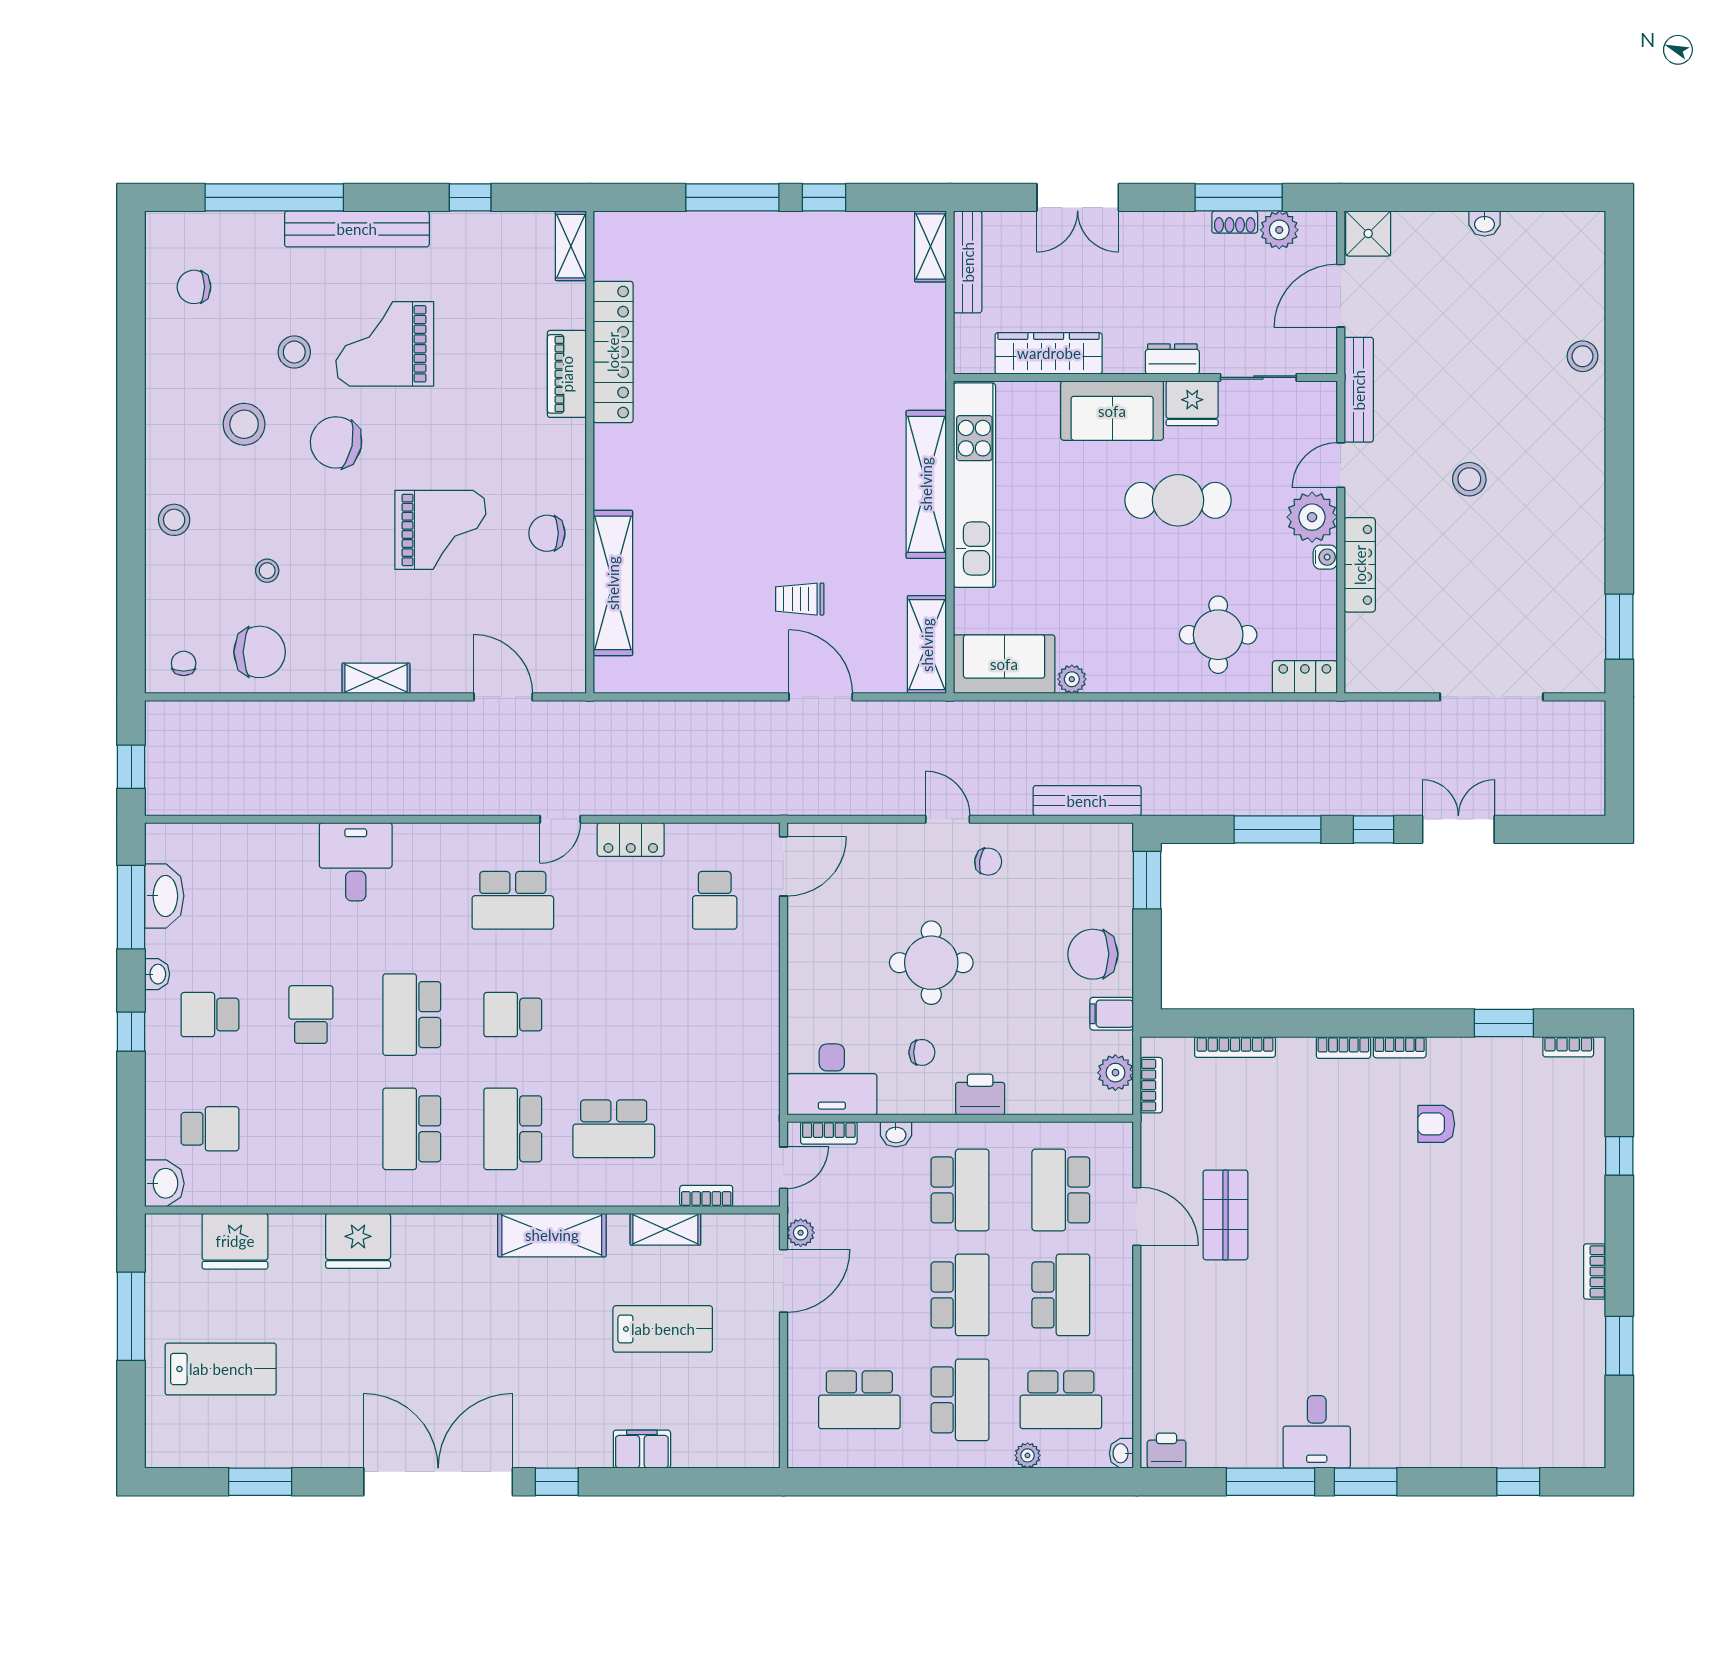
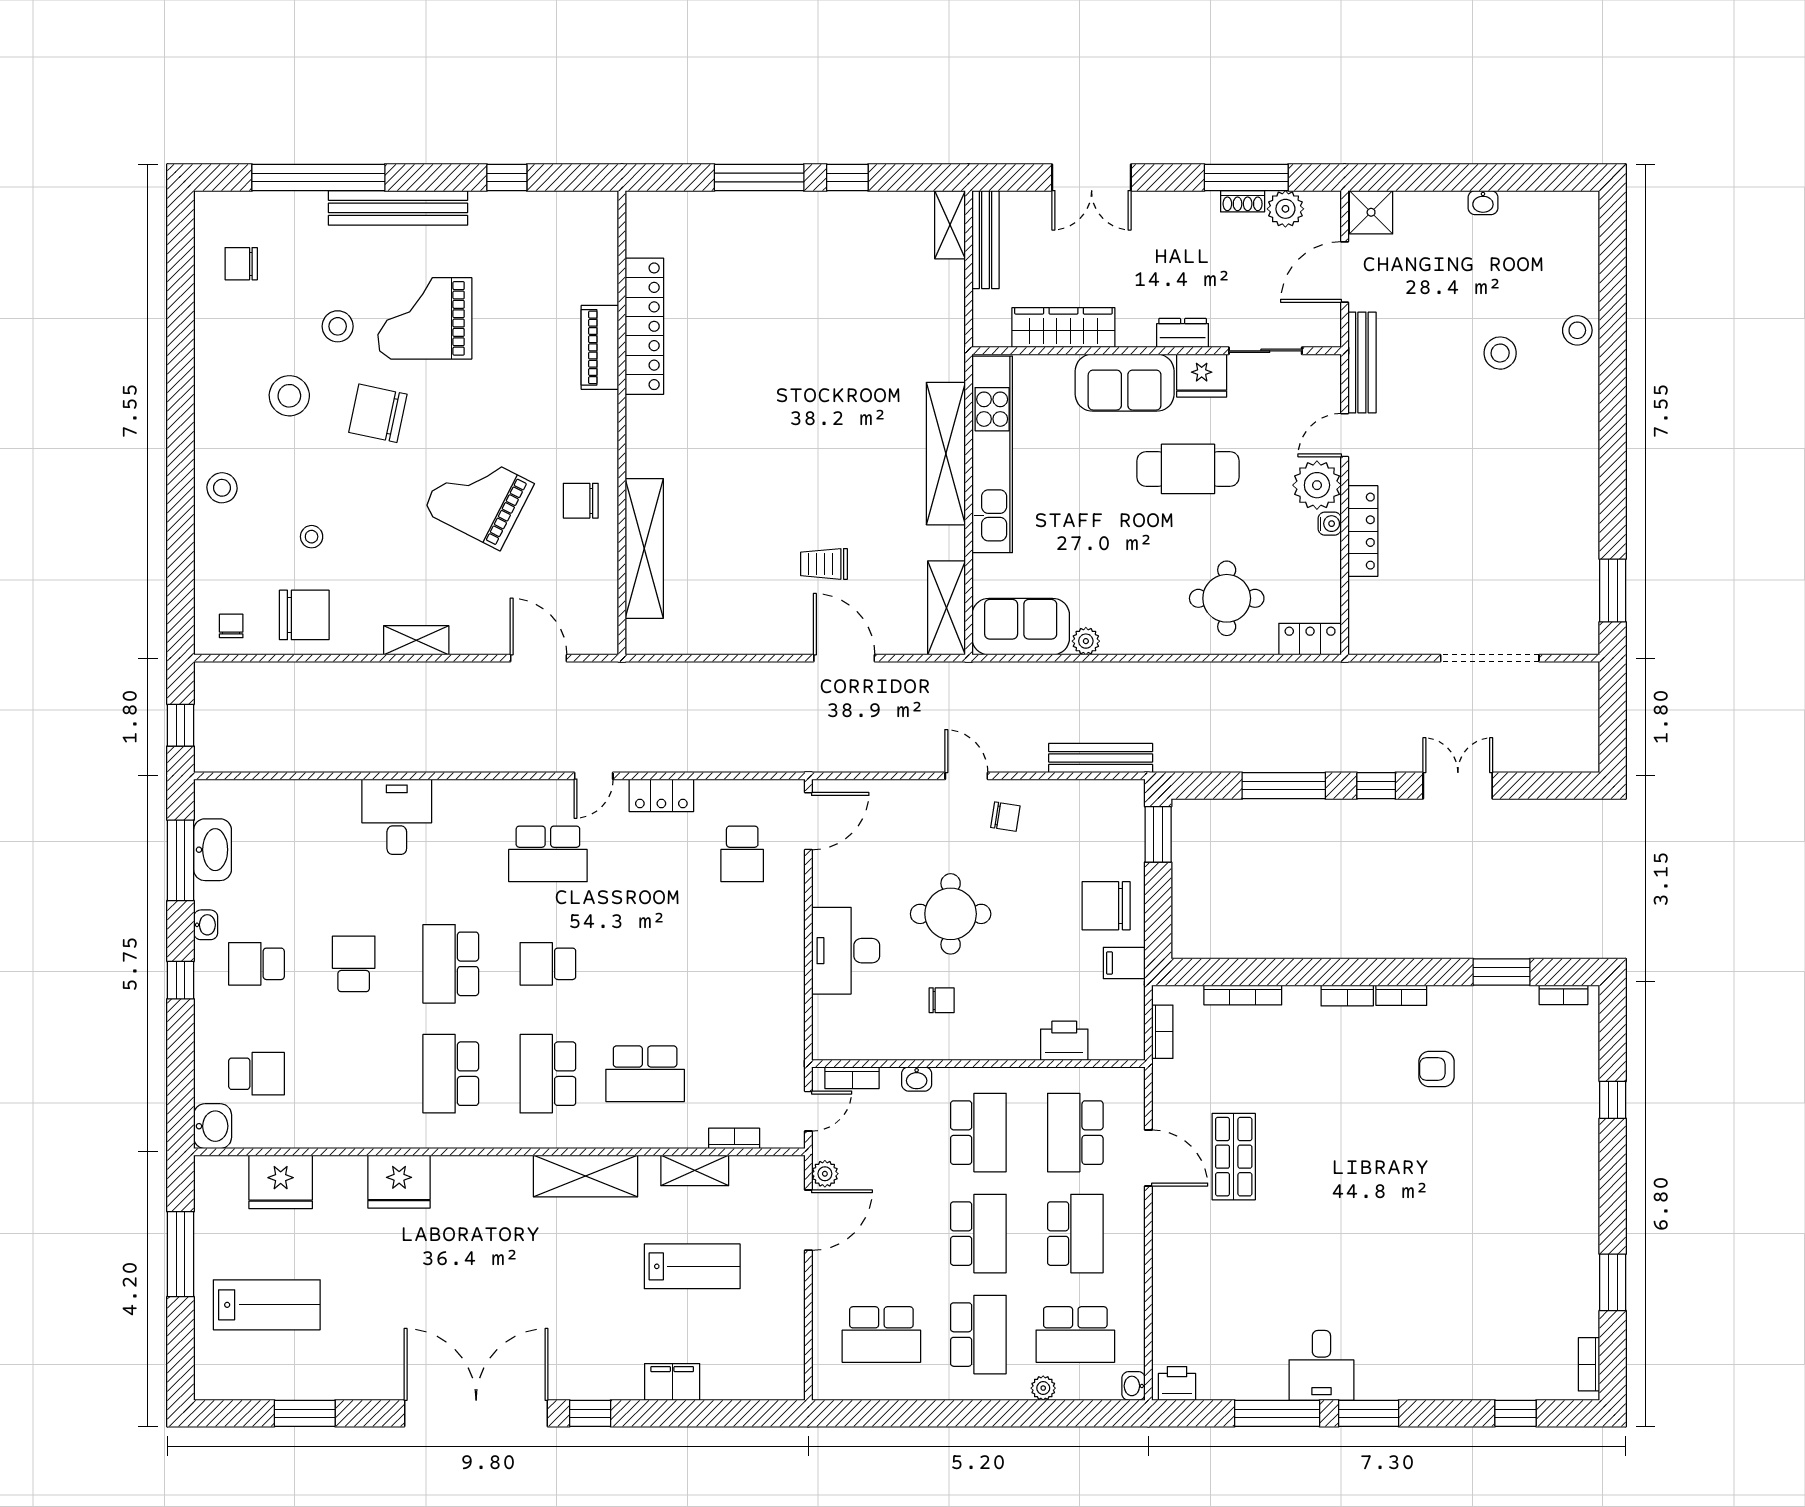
shelving: (571, 246) -> (604, 224), removed
stool: (1469, 479) -> (1500, 353), moved
grand piano: (440, 530) -> (478, 497), turned -153
plant: (1115, 1073) -> (1128, 1020), removed
desk: (832, 1079) -> (846, 951), moved, turned 90
printer: (980, 1094) -> (1064, 1041), moved
bookcase: (1595, 1271) -> (1589, 1364), moved

